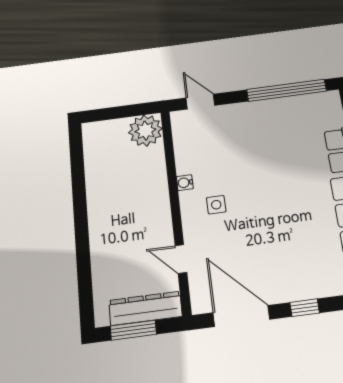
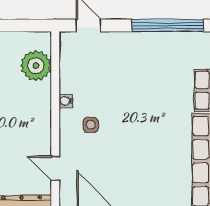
plant: (145, 131) -> (36, 66), moved

